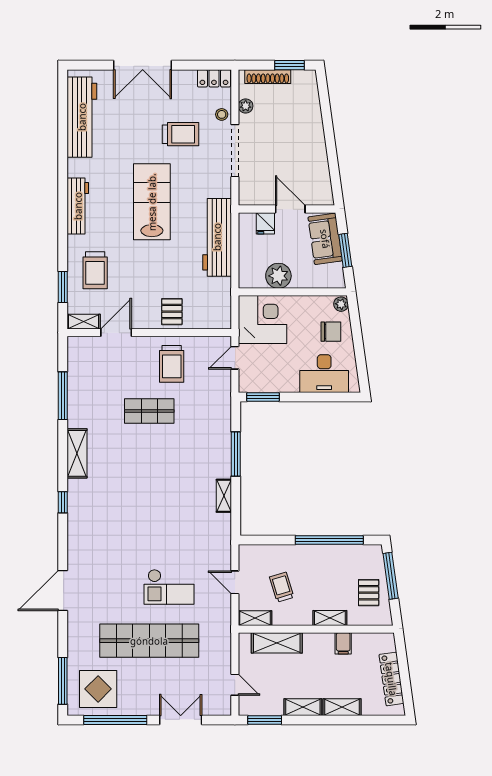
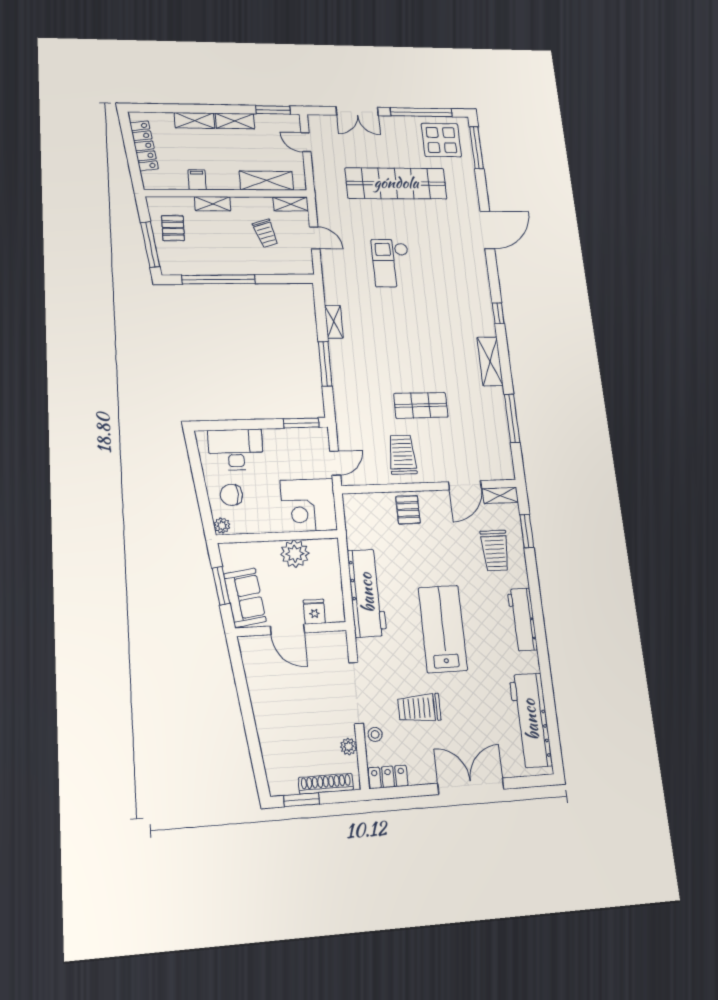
lab bench: (152, 202) -> (443, 629), turned 180
trolley: (95, 270) -> (495, 550), turned 180
checkout: (169, 587) -> (391, 263), moved, turned -90

